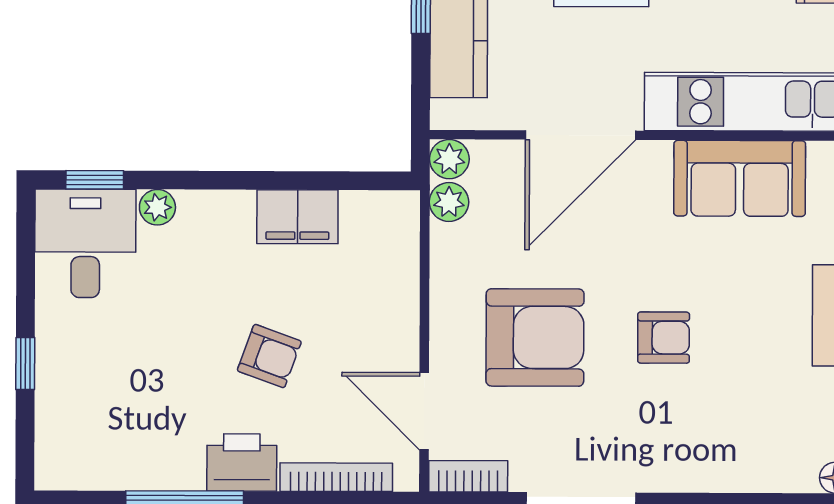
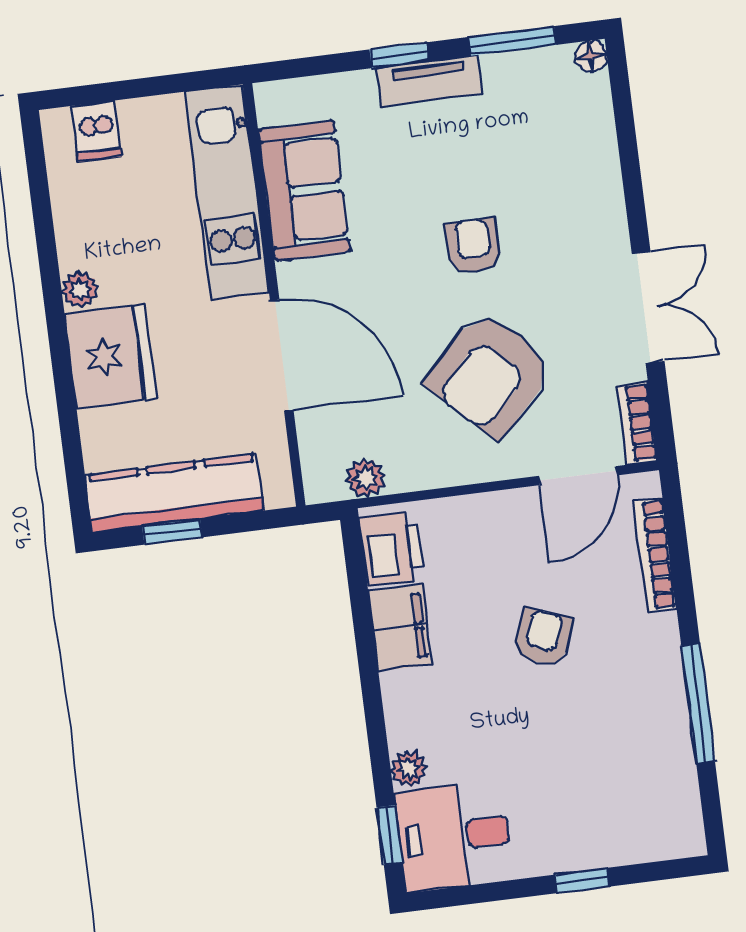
plant: (449, 159) -> (323, 483), removed
armchair: (535, 337) -> (490, 374), turned -135
printer: (242, 462) -> (392, 548), moved, turned 180

